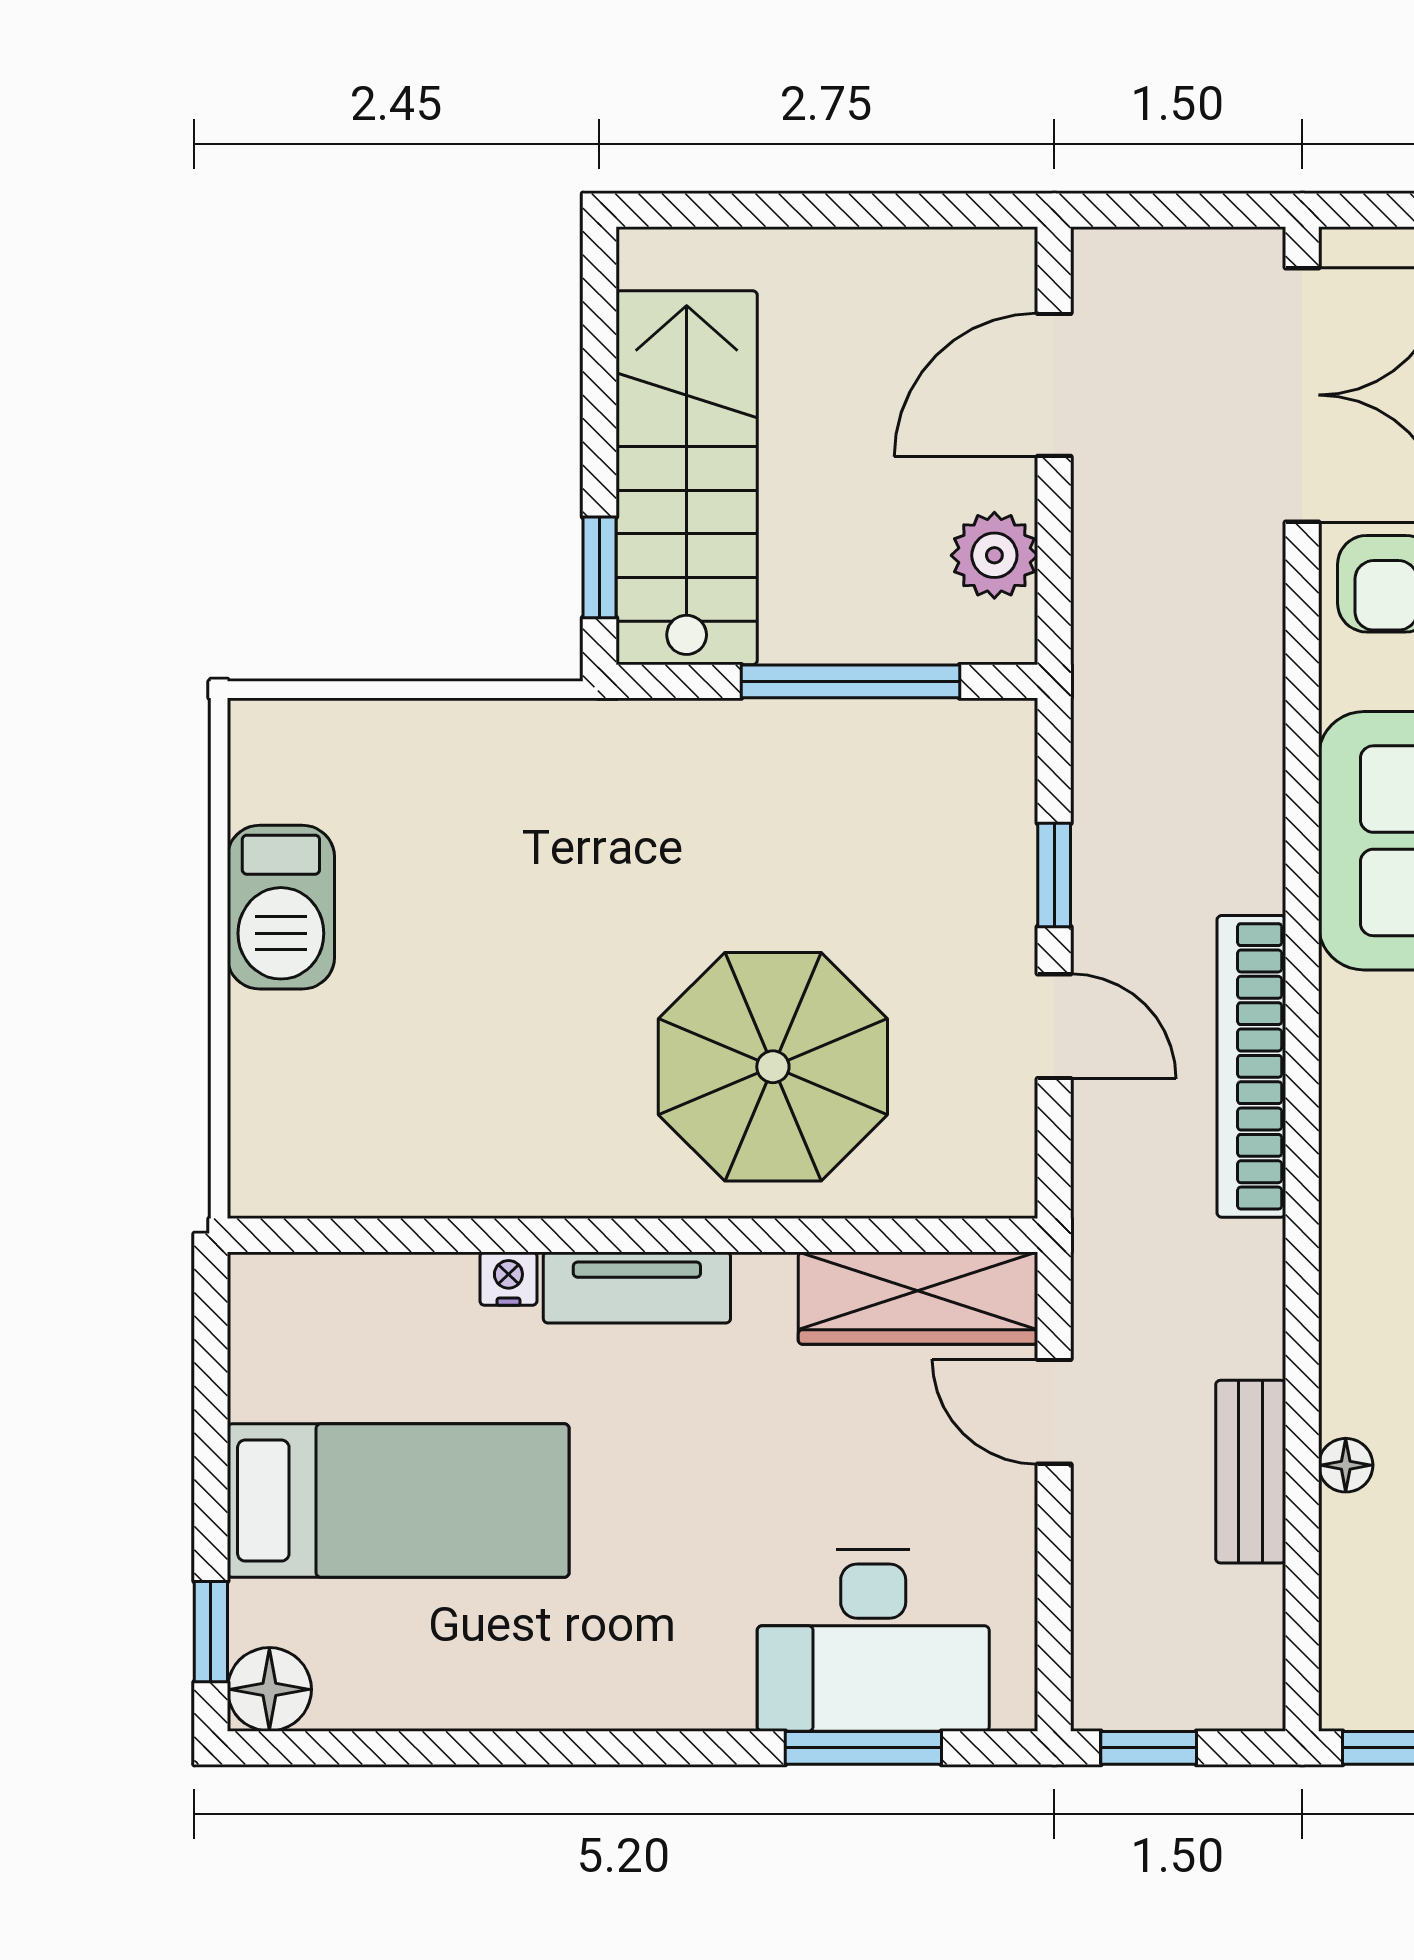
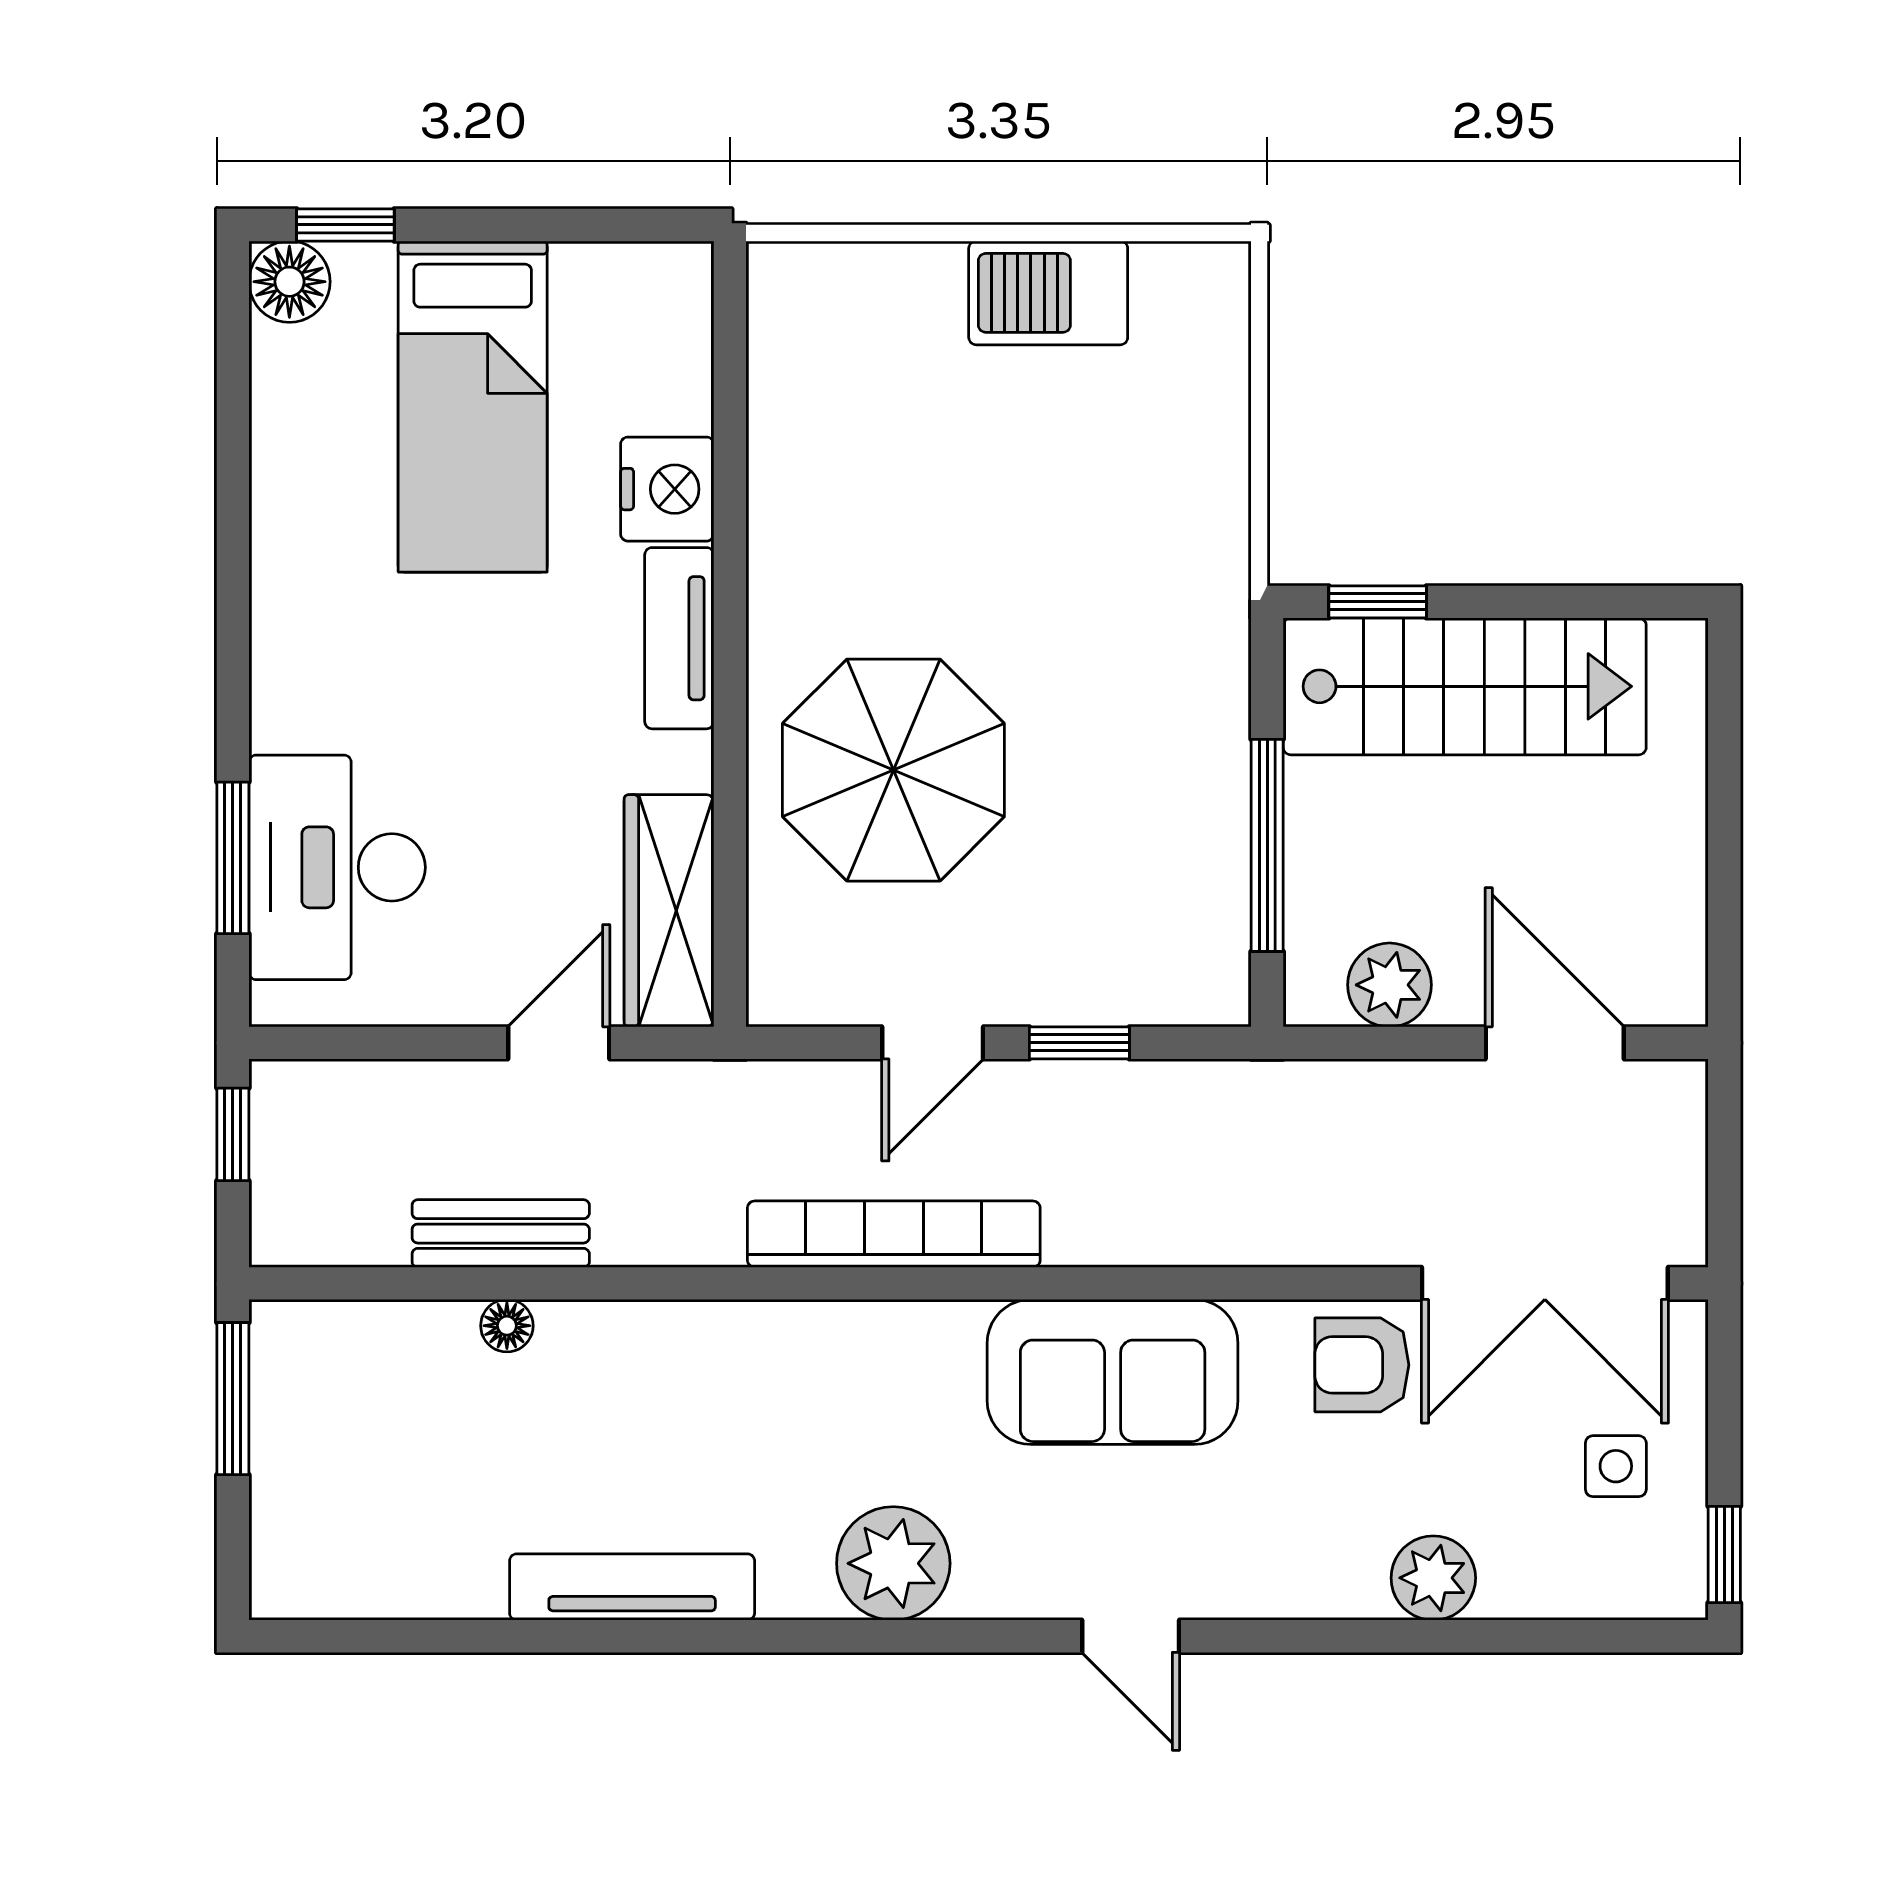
nightstand: (508, 1279) -> (667, 489), width x1.89, depth x1.79

